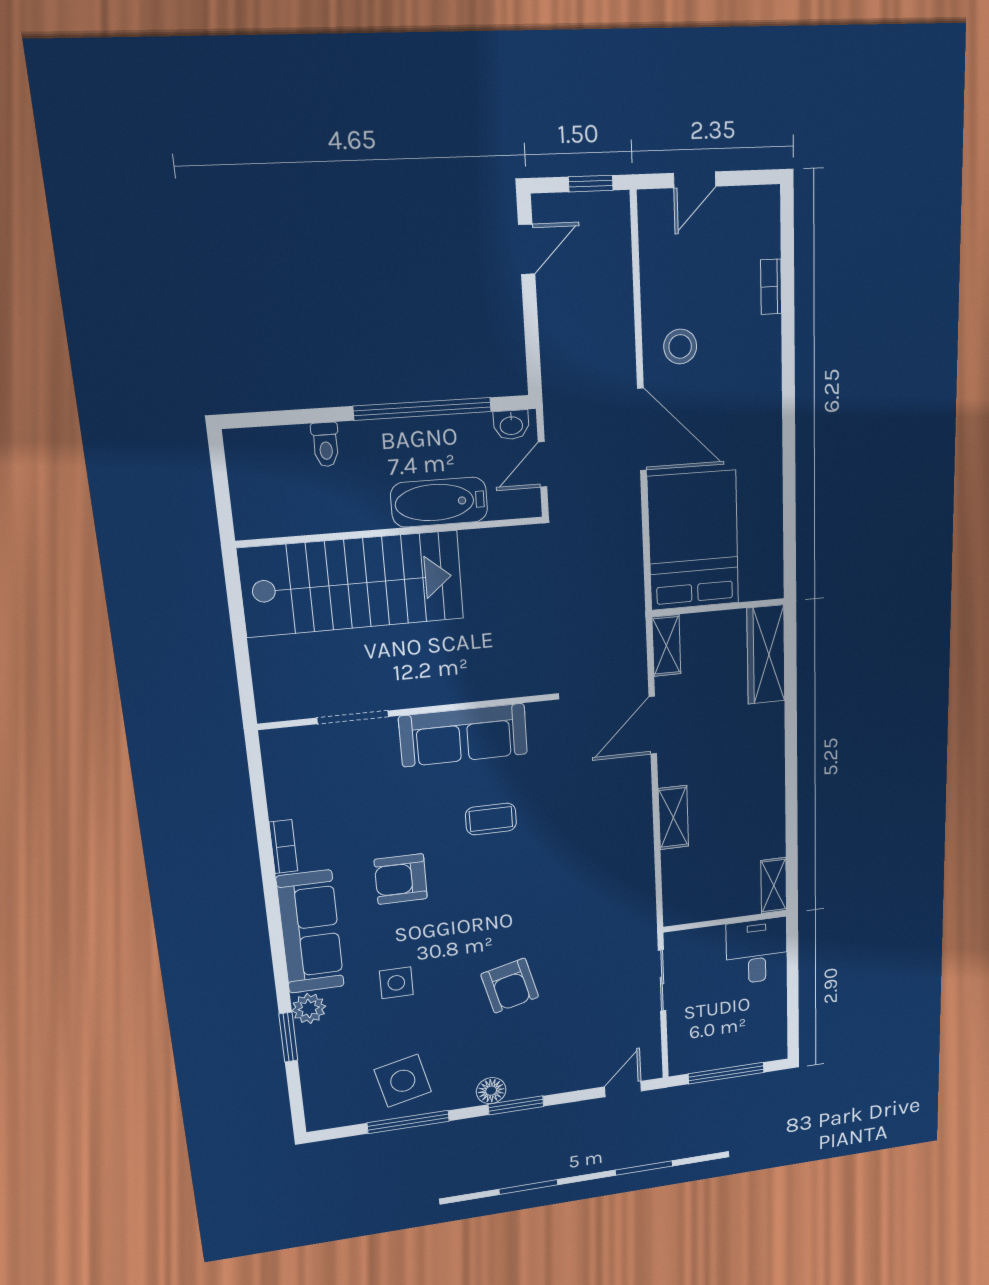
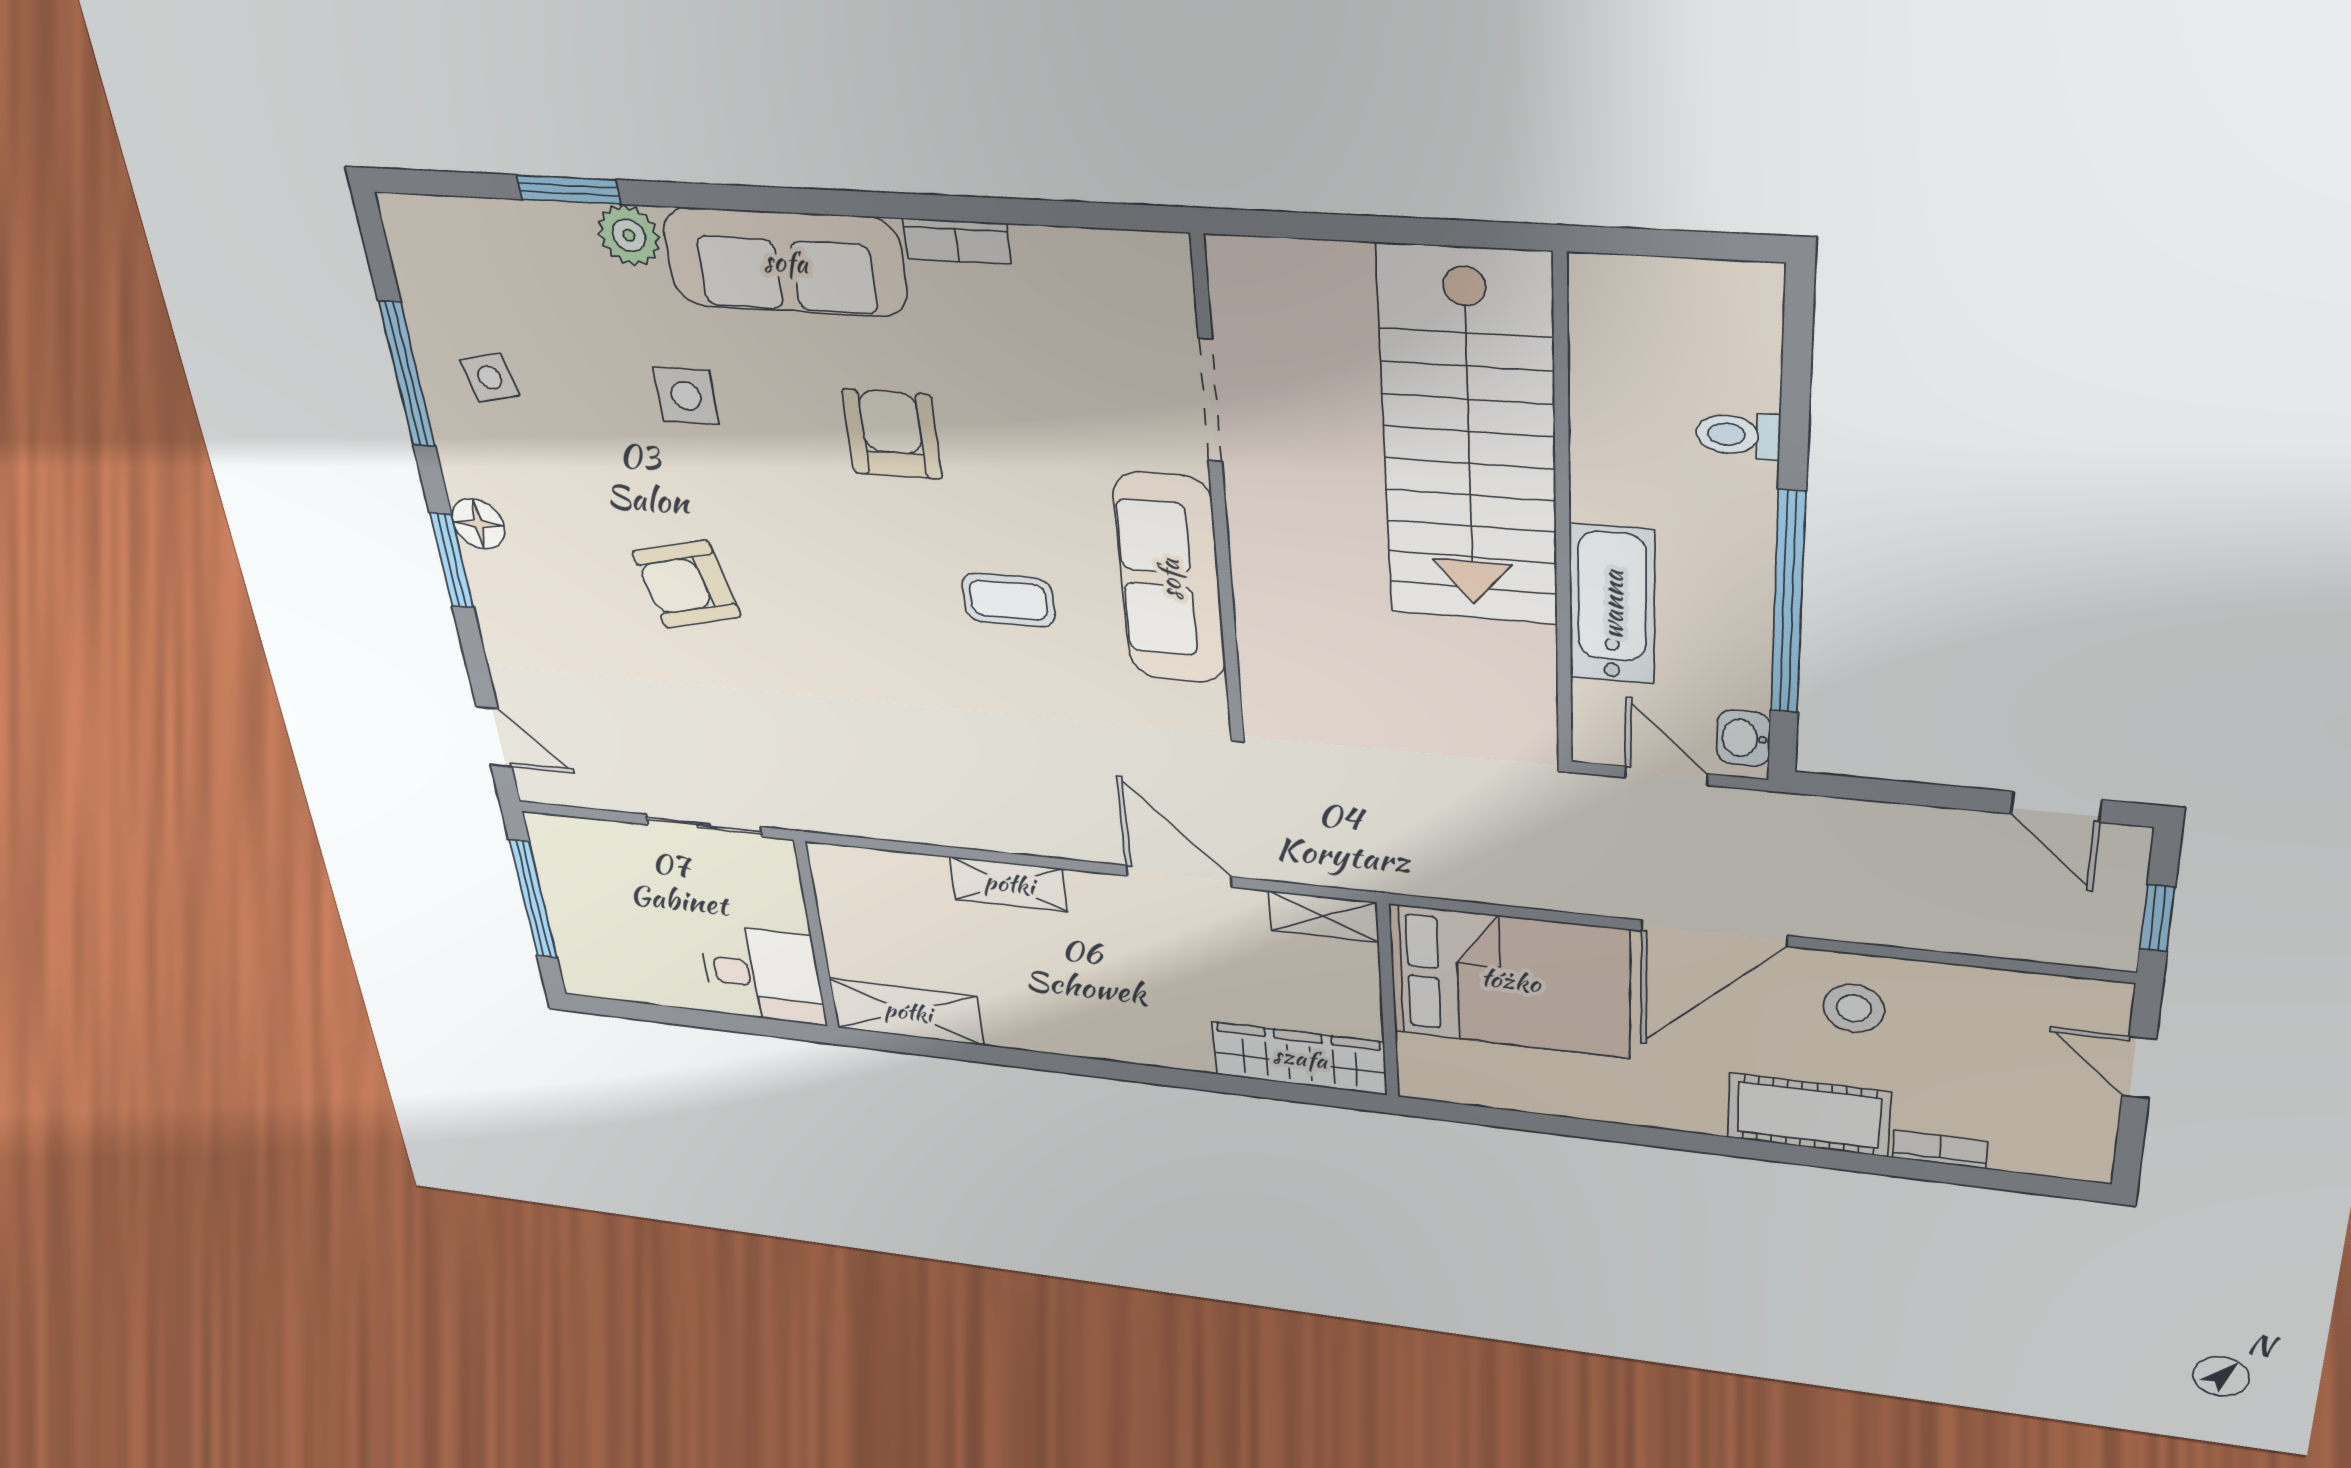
cot: (759, 365) -> (1809, 1115), added
coffee table: (491, 819) -> (1008, 600), turned 90
shelving: (774, 886) -> (907, 1012), width x1.50, depth x1.33
side table: (403, 1081) -> (490, 378), width x0.54, depth x0.54

